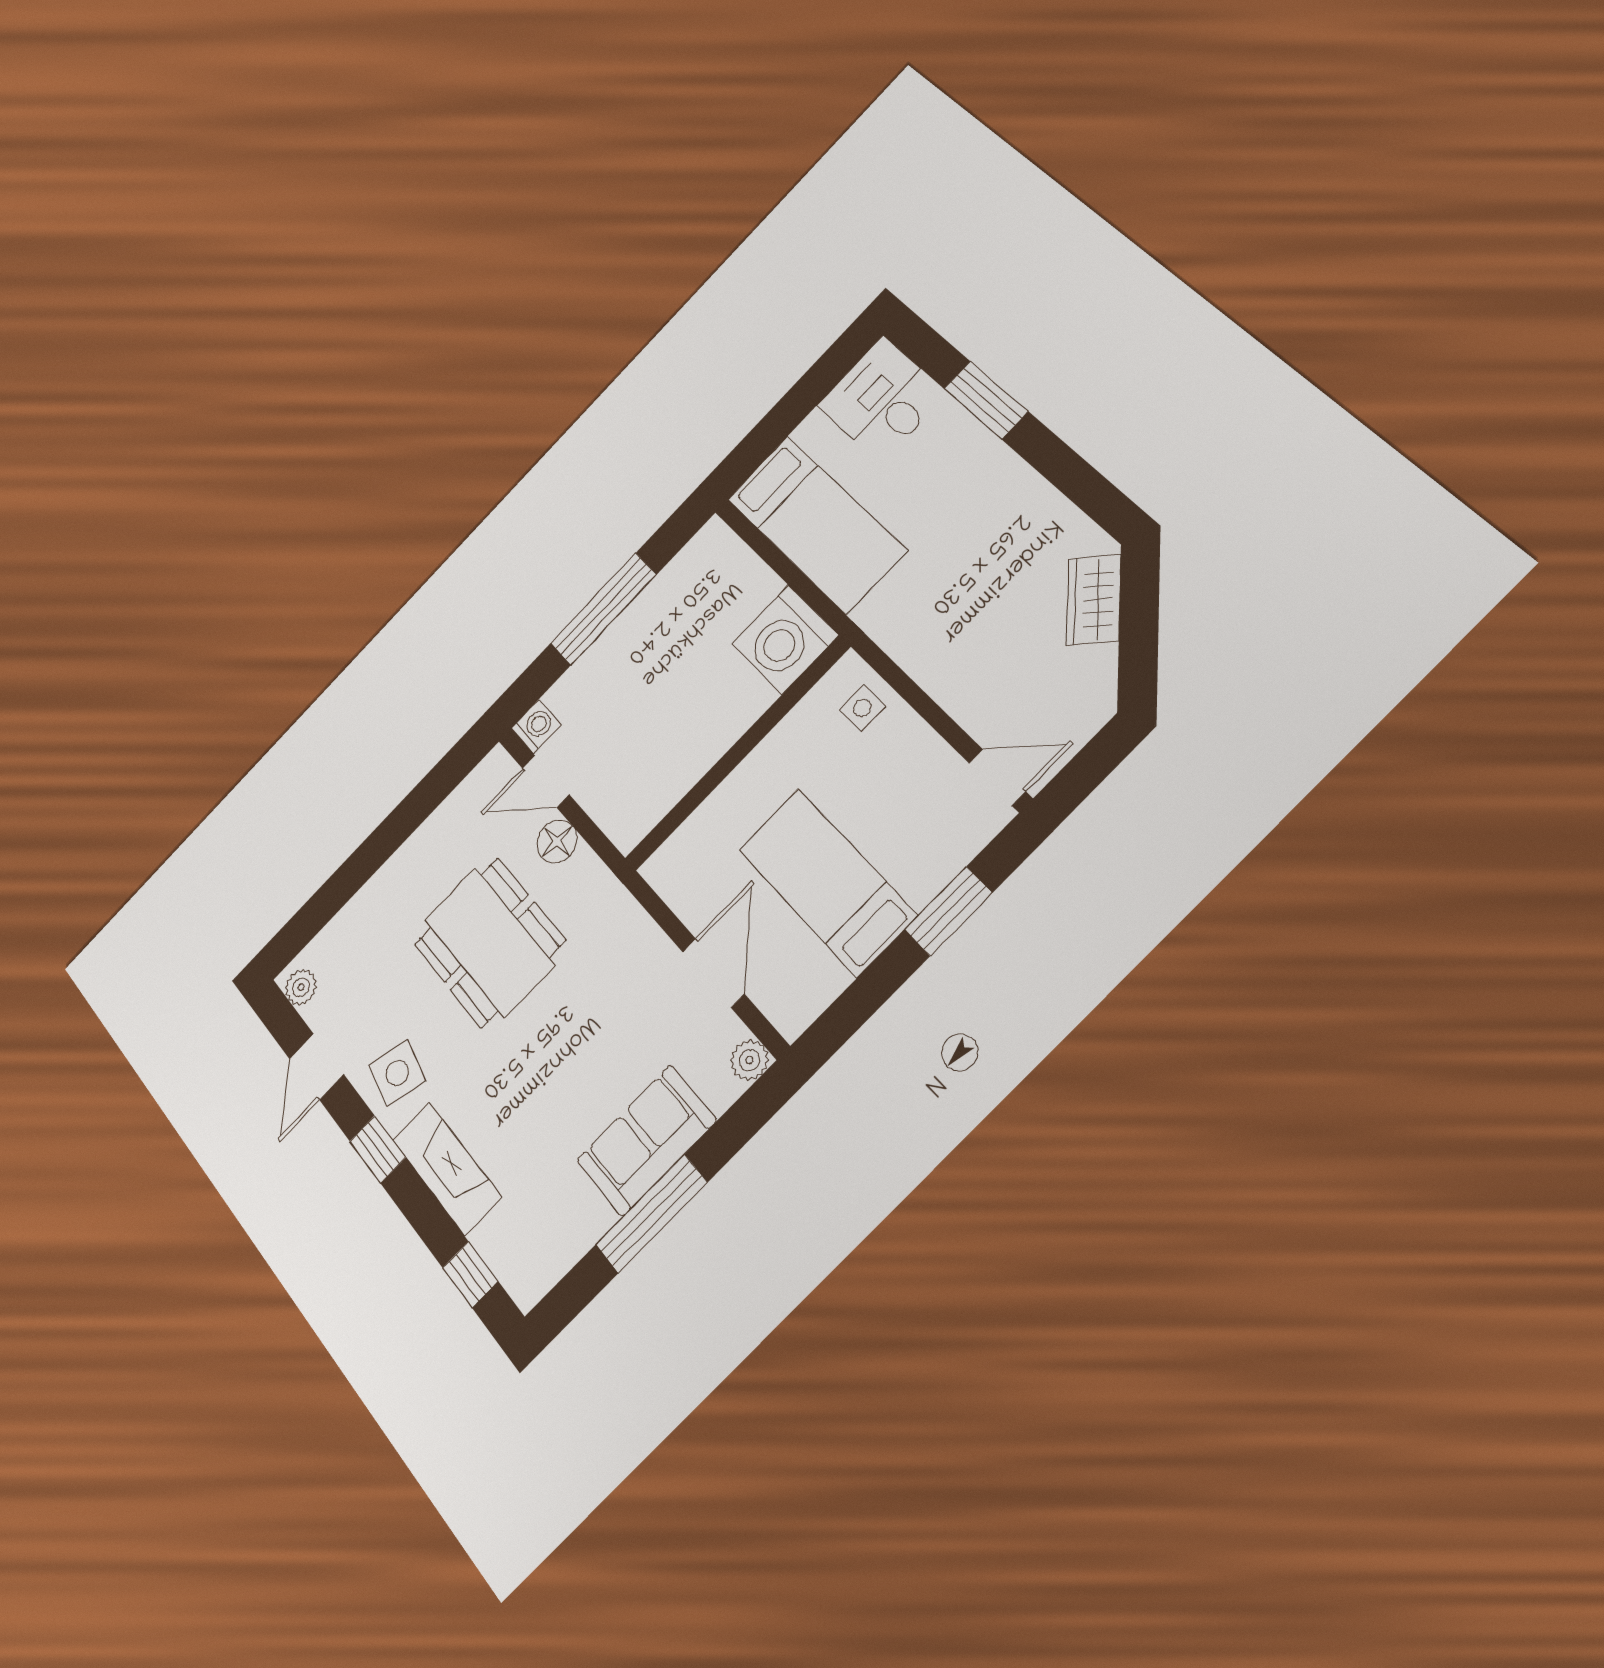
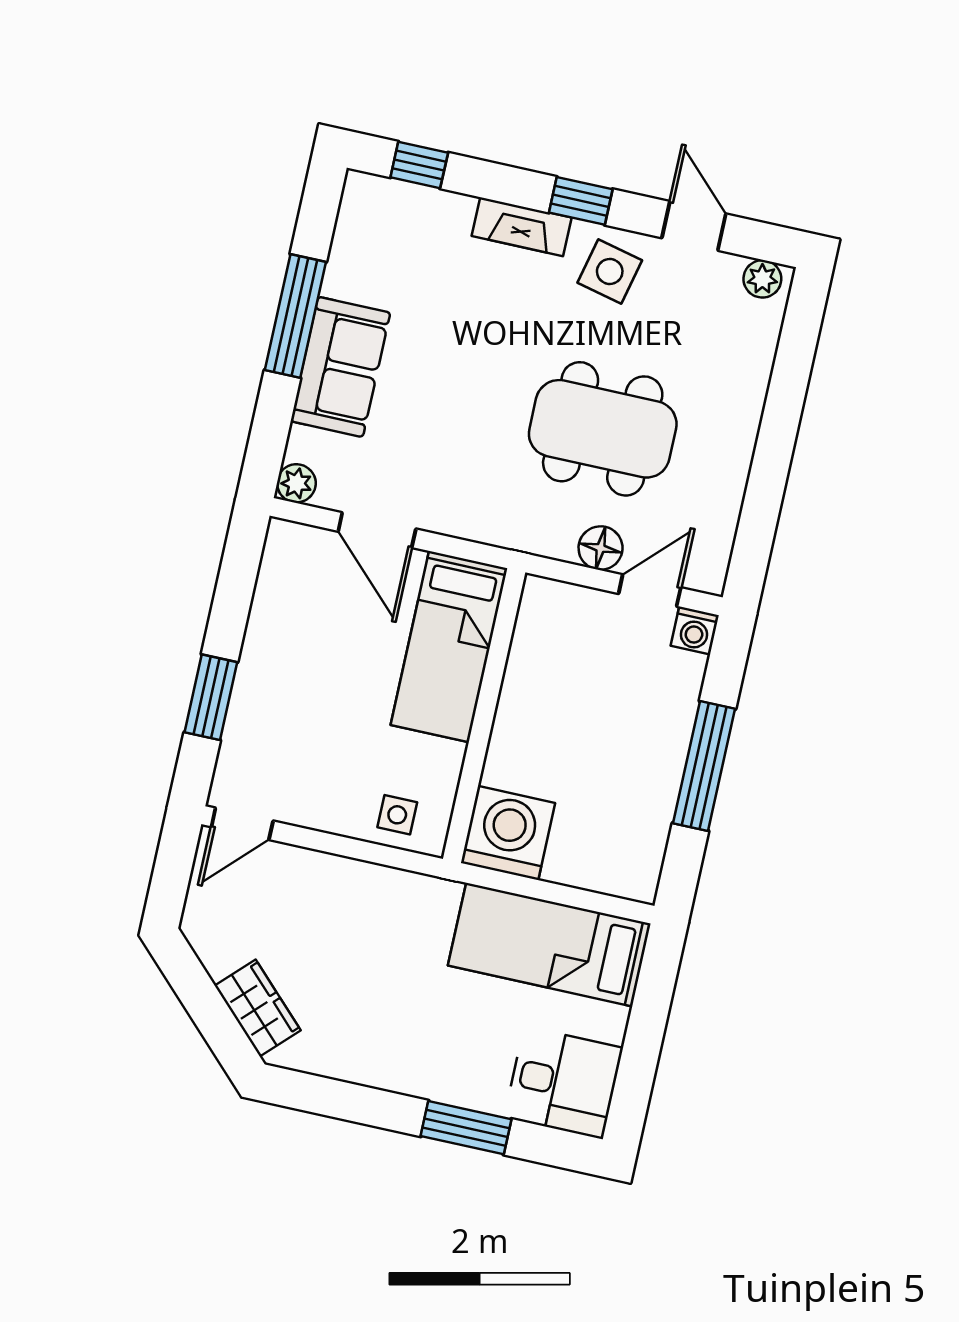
bed: (827, 882) -> (449, 647), moved, turned 90
fireplace: (447, 1169) -> (522, 227), width x0.73, depth x0.76

